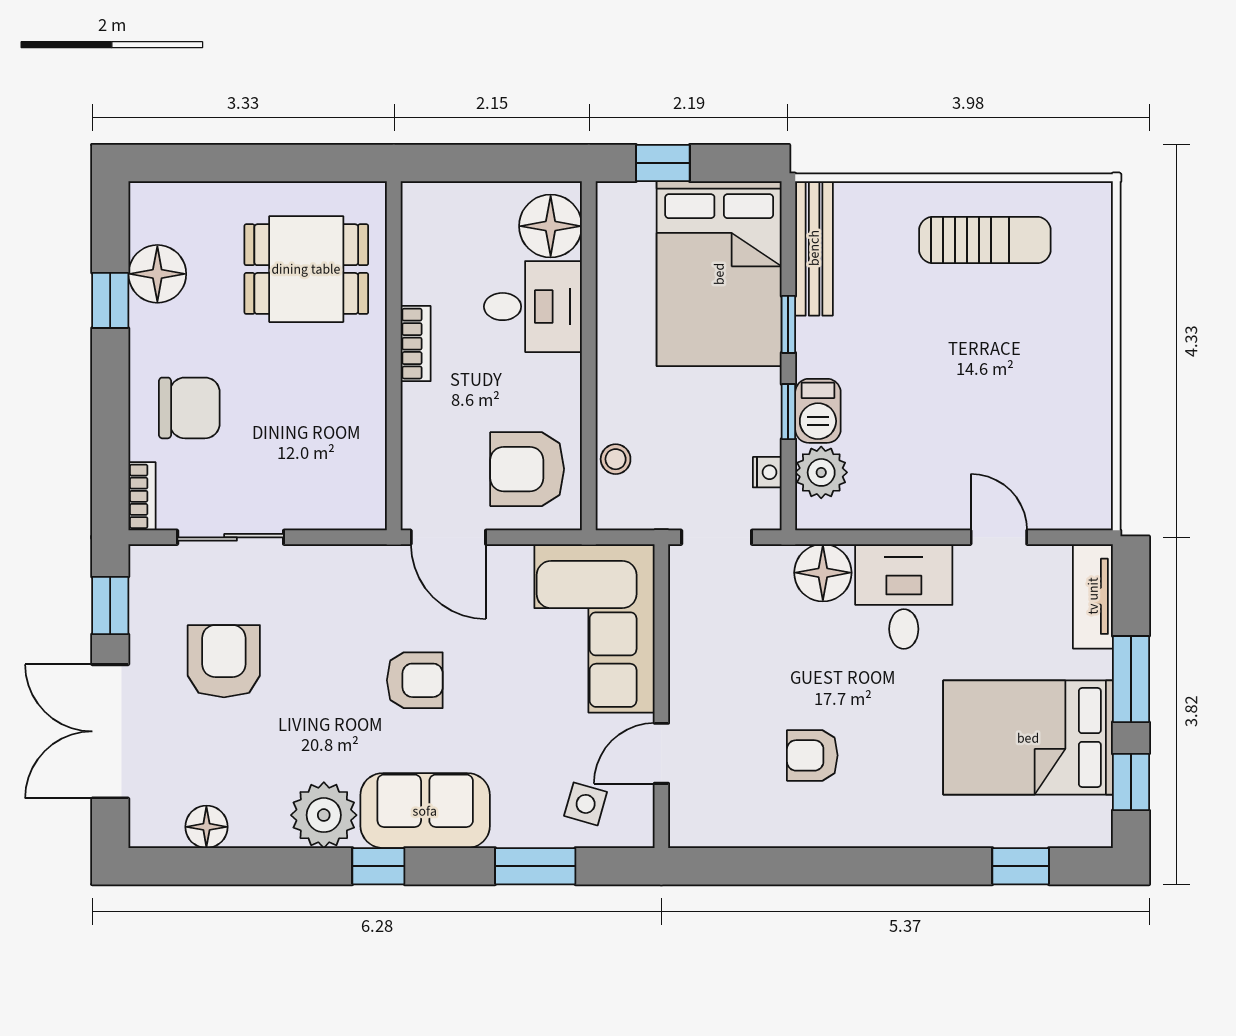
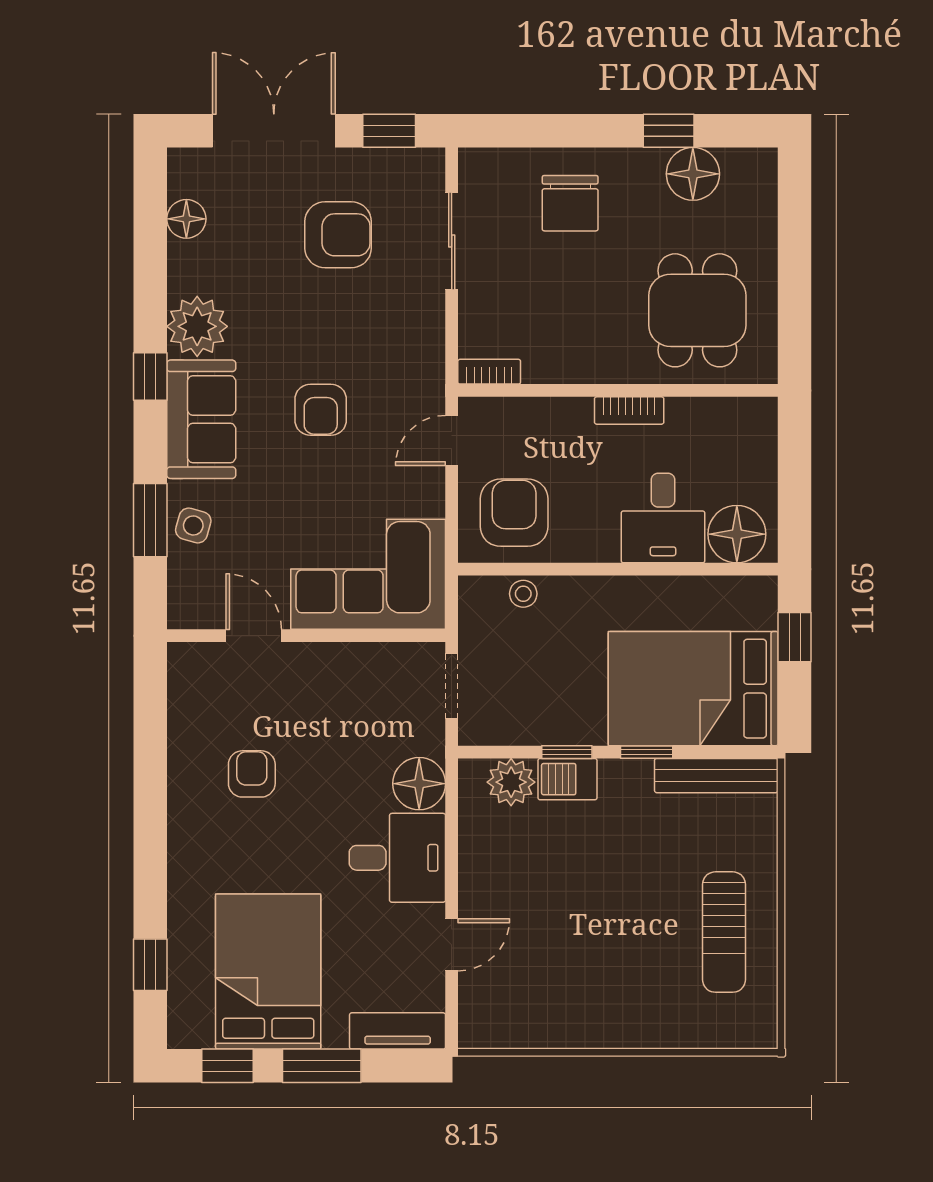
nightstand: (767, 472) -> (511, 733), removed
bookcase: (142, 496) -> (489, 372), moved, turned 180
door: (448, 537) -> (452, 441), width x0.73
side table: (586, 804) -> (193, 525), moved

